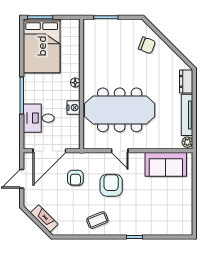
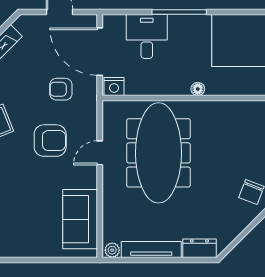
nightstand: (74, 108) -> (114, 87), moved

